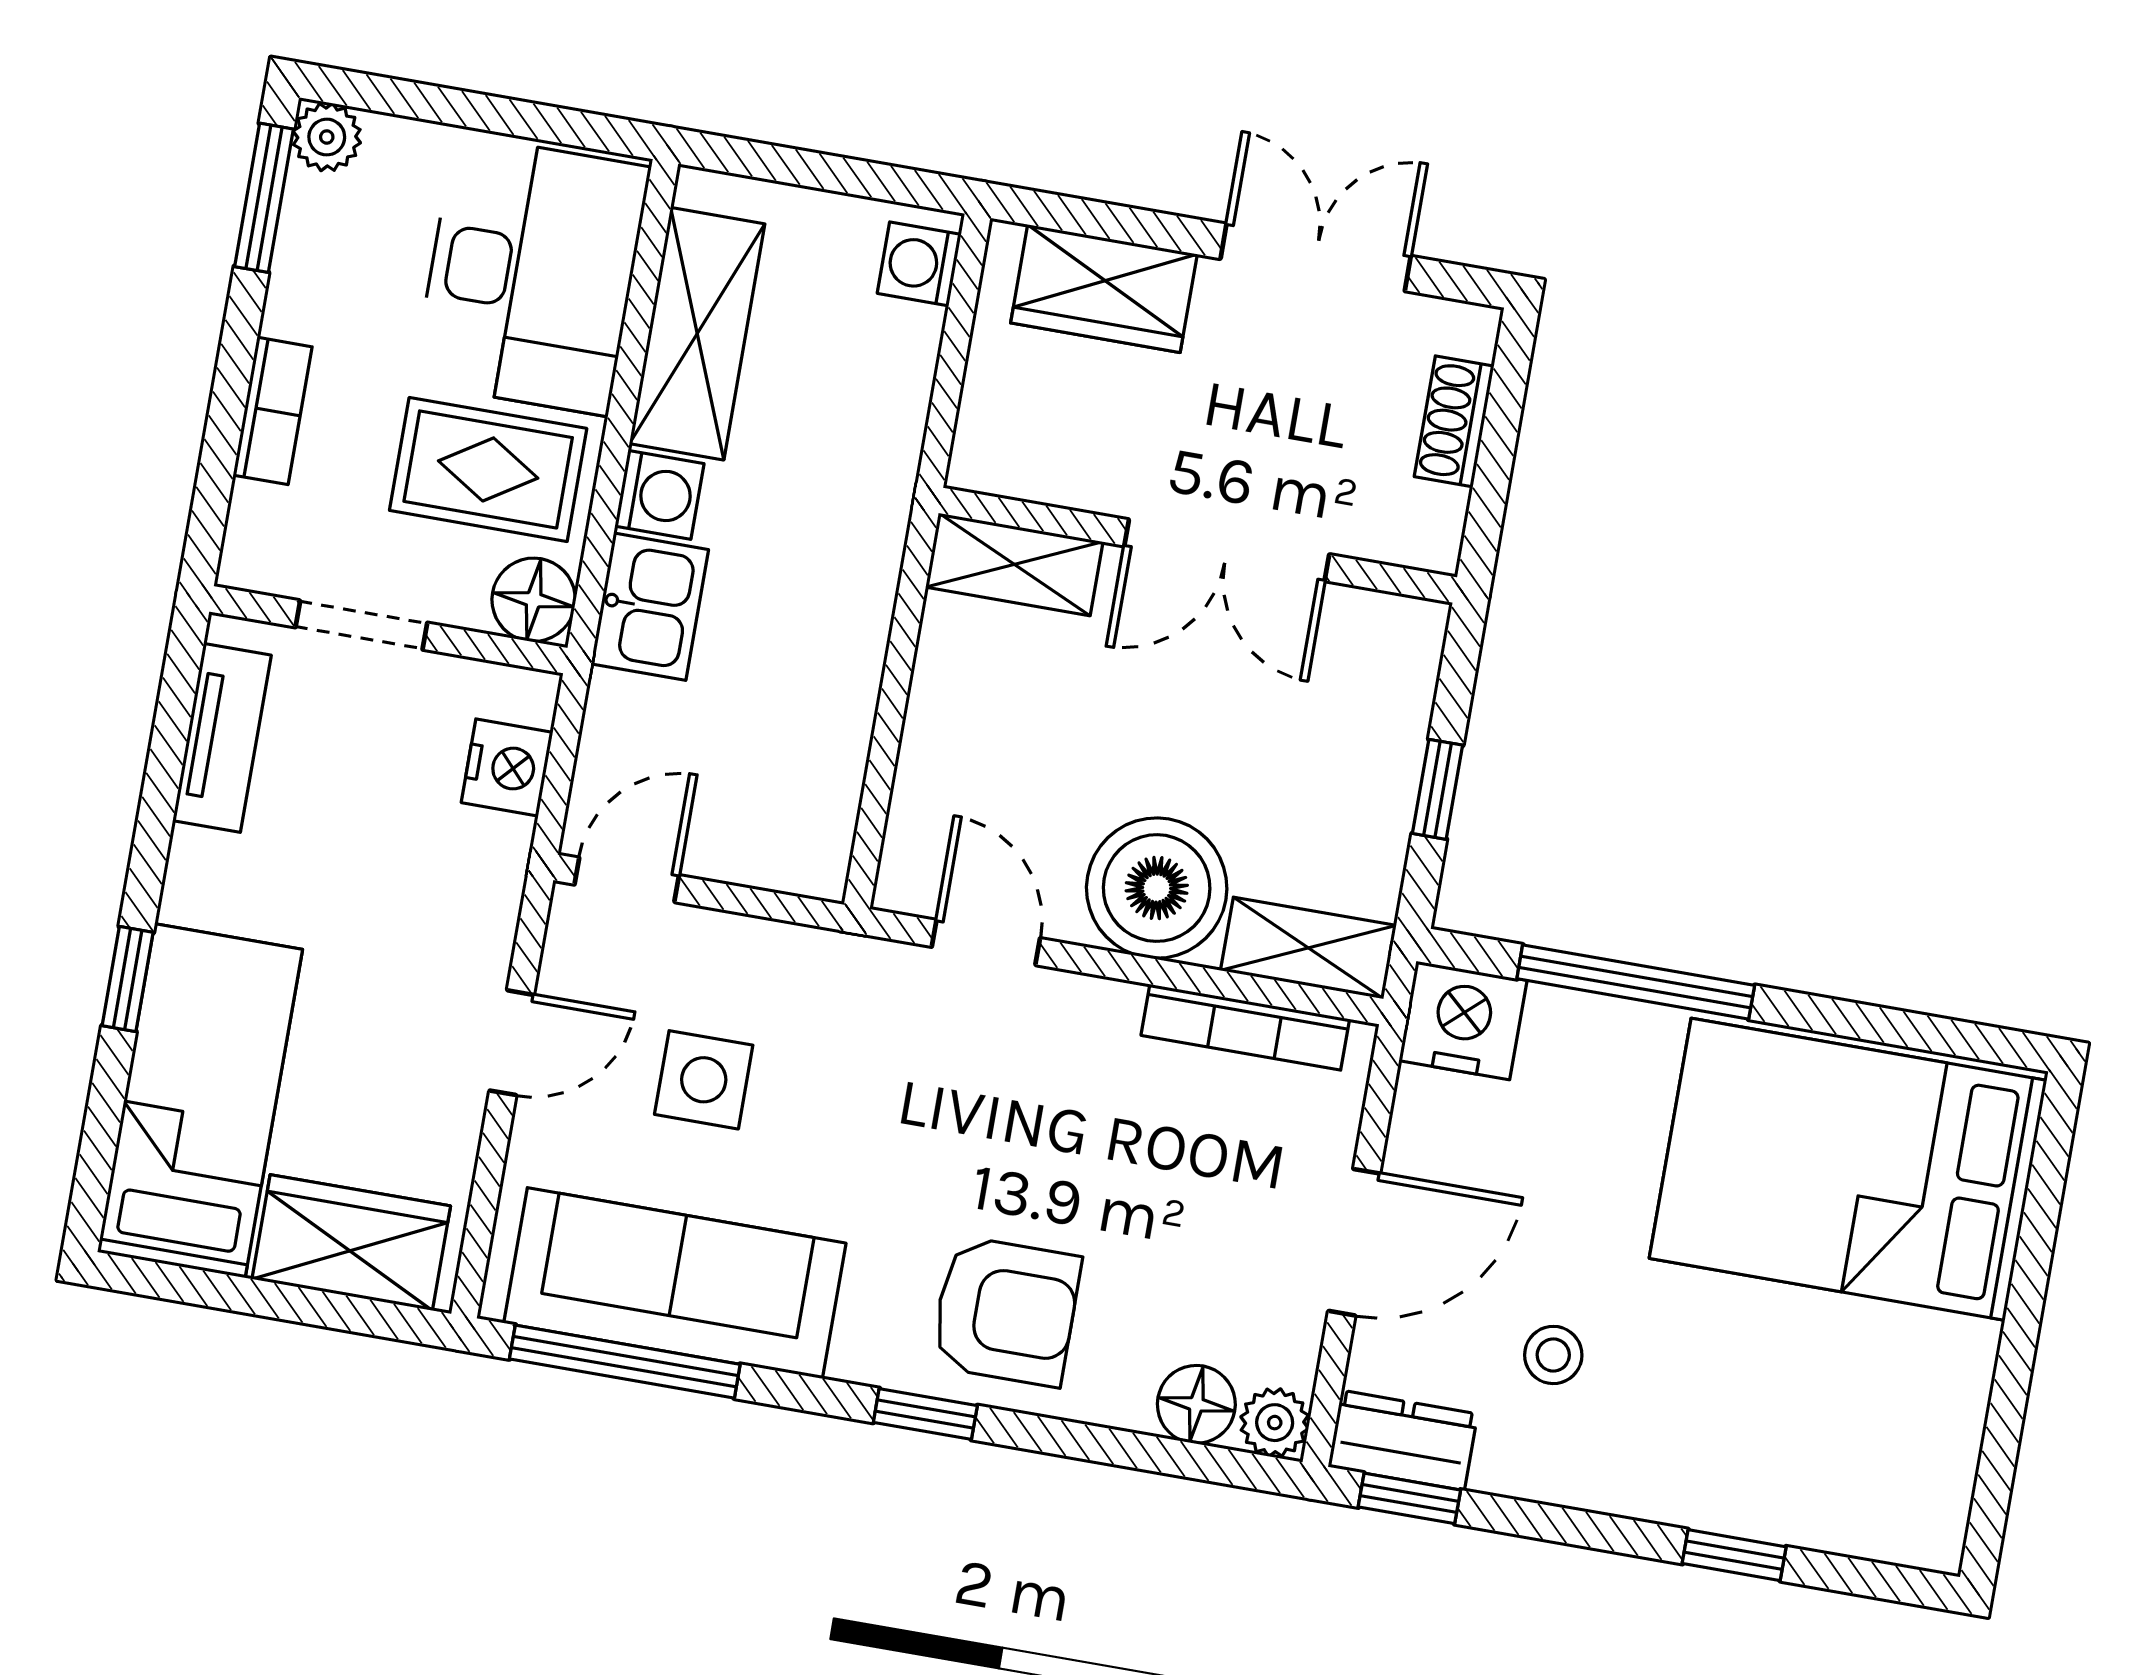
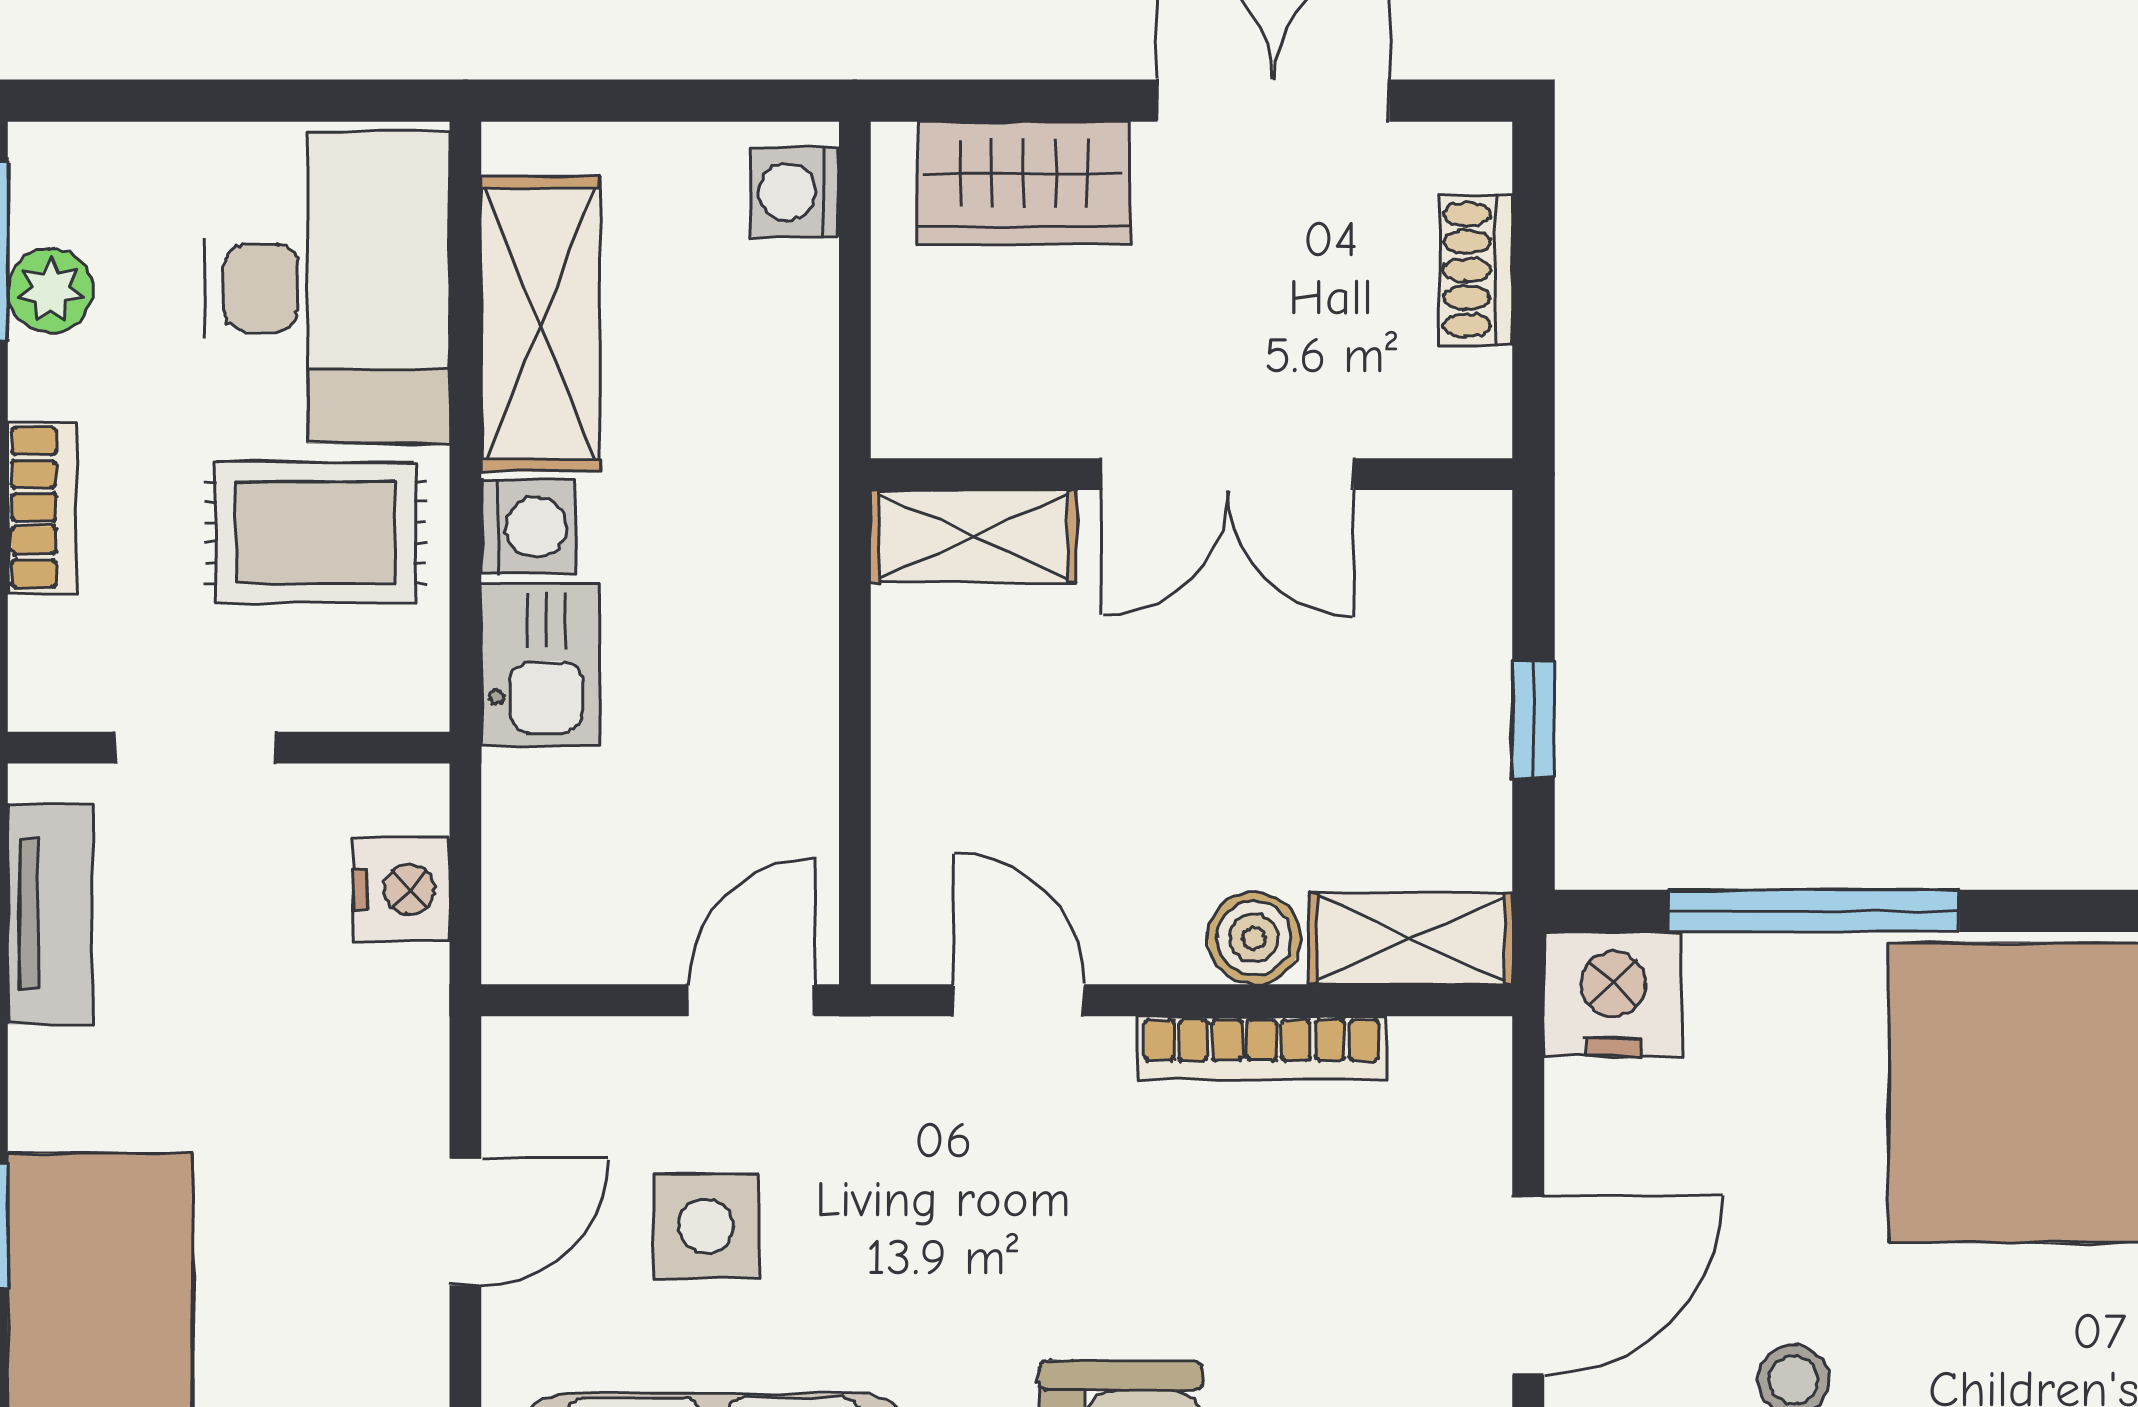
plant: (327, 137) -> (50, 290), moved
floor lamp: (534, 600) -> (398, 681), removed
door: (627, 880) -> (751, 1000), moved
boiler: (1157, 888) -> (1254, 938), width x0.54, depth x0.54
bookcase: (1245, 1027) -> (1262, 1048), moved

